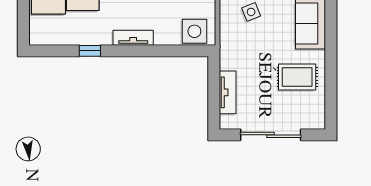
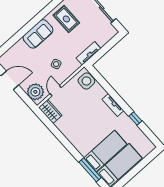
tv unit: (228, 92) -> (88, 53), moved

